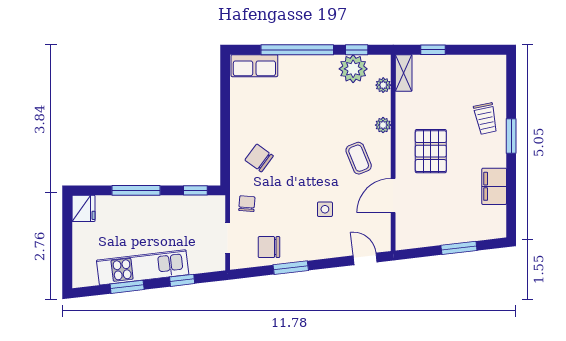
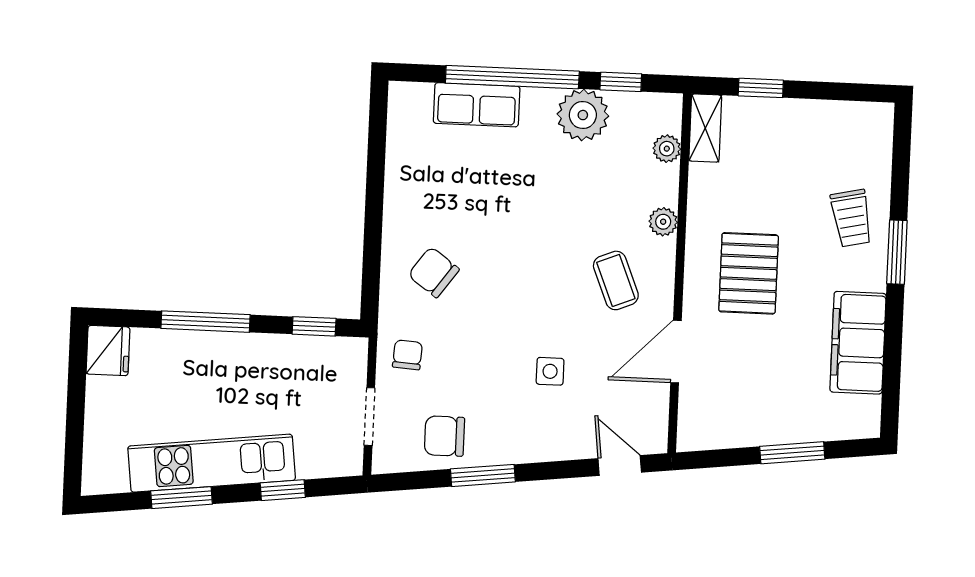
row of seats: (254, 66) -> (477, 105), moved
plant: (353, 69) -> (583, 115), moved
filing cabinet: (494, 186) -> (858, 343), width x1.50, depth x1.17

